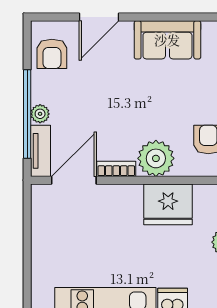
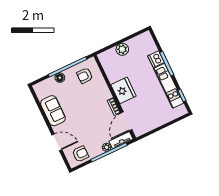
plant: (156, 158) -> (102, 93), removed
door: (74, 180) -> (126, 121), hinge flipped
fridge: (168, 204) -> (123, 90), moved

